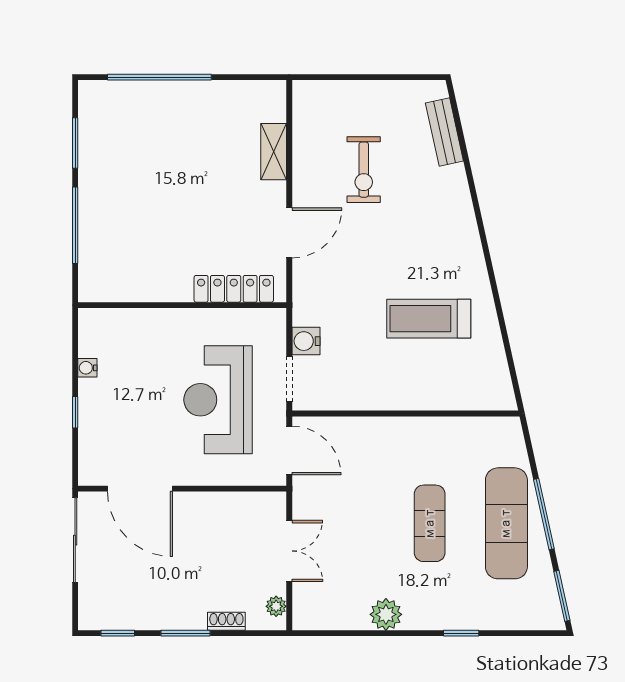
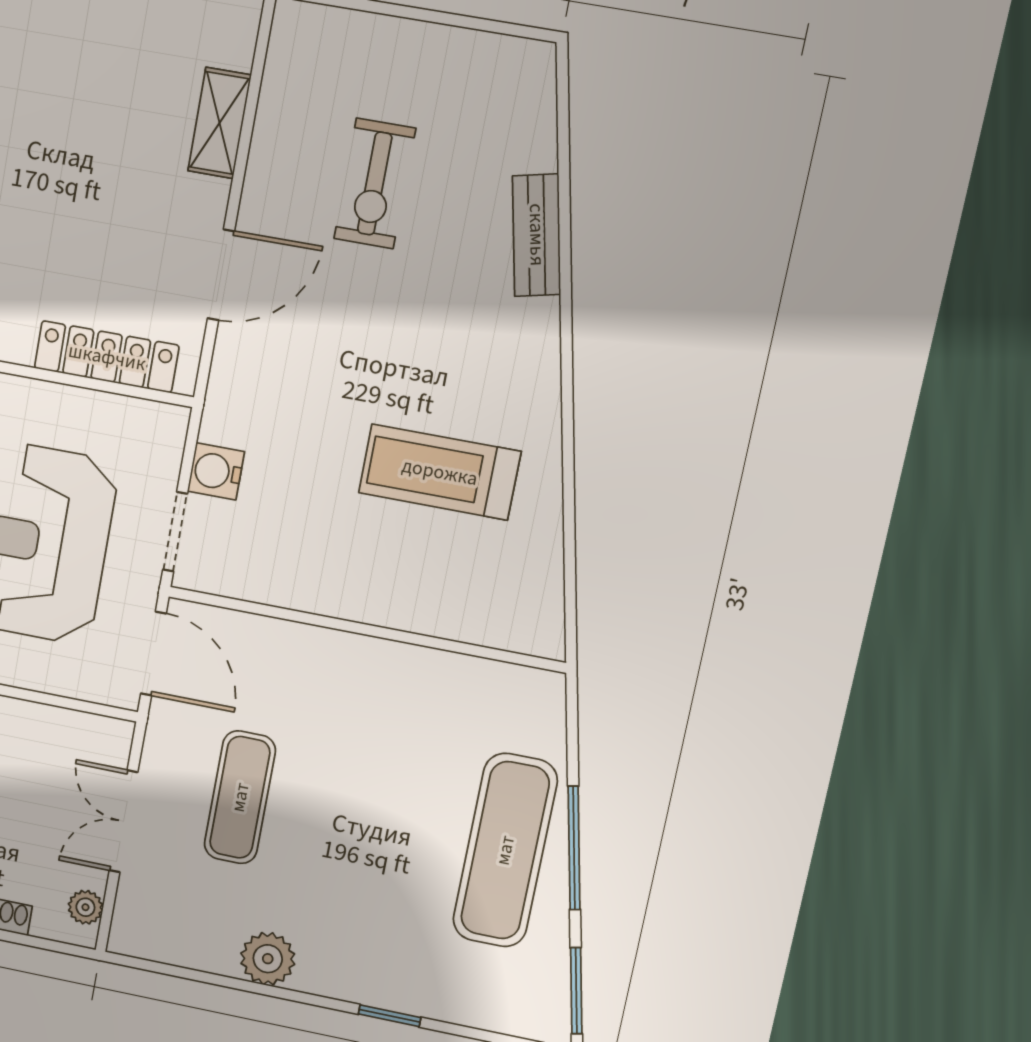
bench: (444, 132) -> (537, 235), moved
exercise mat: (430, 523) -> (240, 797), moved
double door: (289, 551) -> (124, 821), swing flipped

